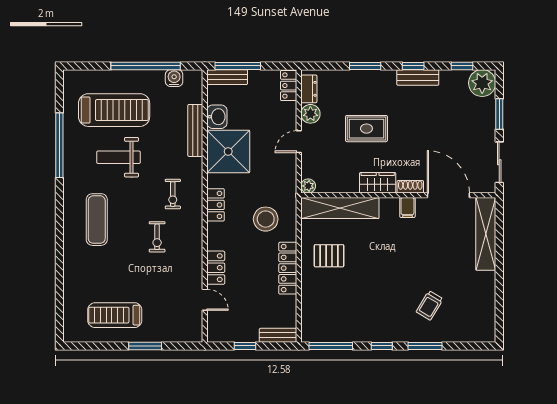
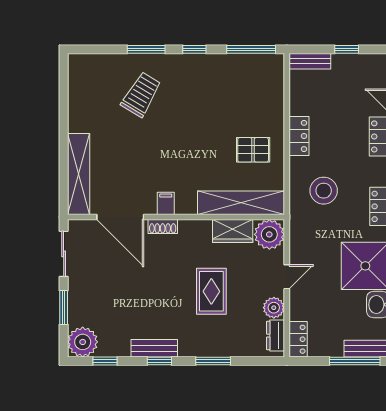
rug: (366, 129) -> (211, 291), turned 90
wardrobe: (378, 183) -> (233, 231), moved
plant: (308, 186) -> (269, 234), width x1.88, depth x1.88
locker: (288, 268) -> (299, 136), width x0.66
trolley: (430, 305) -> (141, 94), width x1.36, depth x1.39

